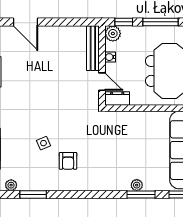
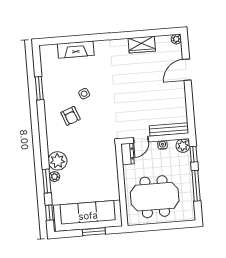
armchair: (68, 161) -> (71, 116), turned -111
plant: (11, 185) -> (58, 161), moved, width x1.88, depth x1.88

